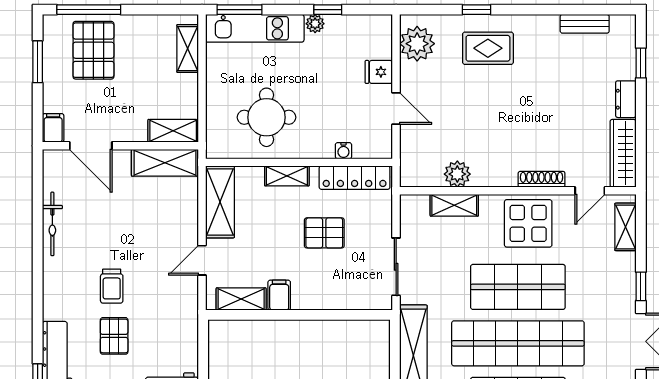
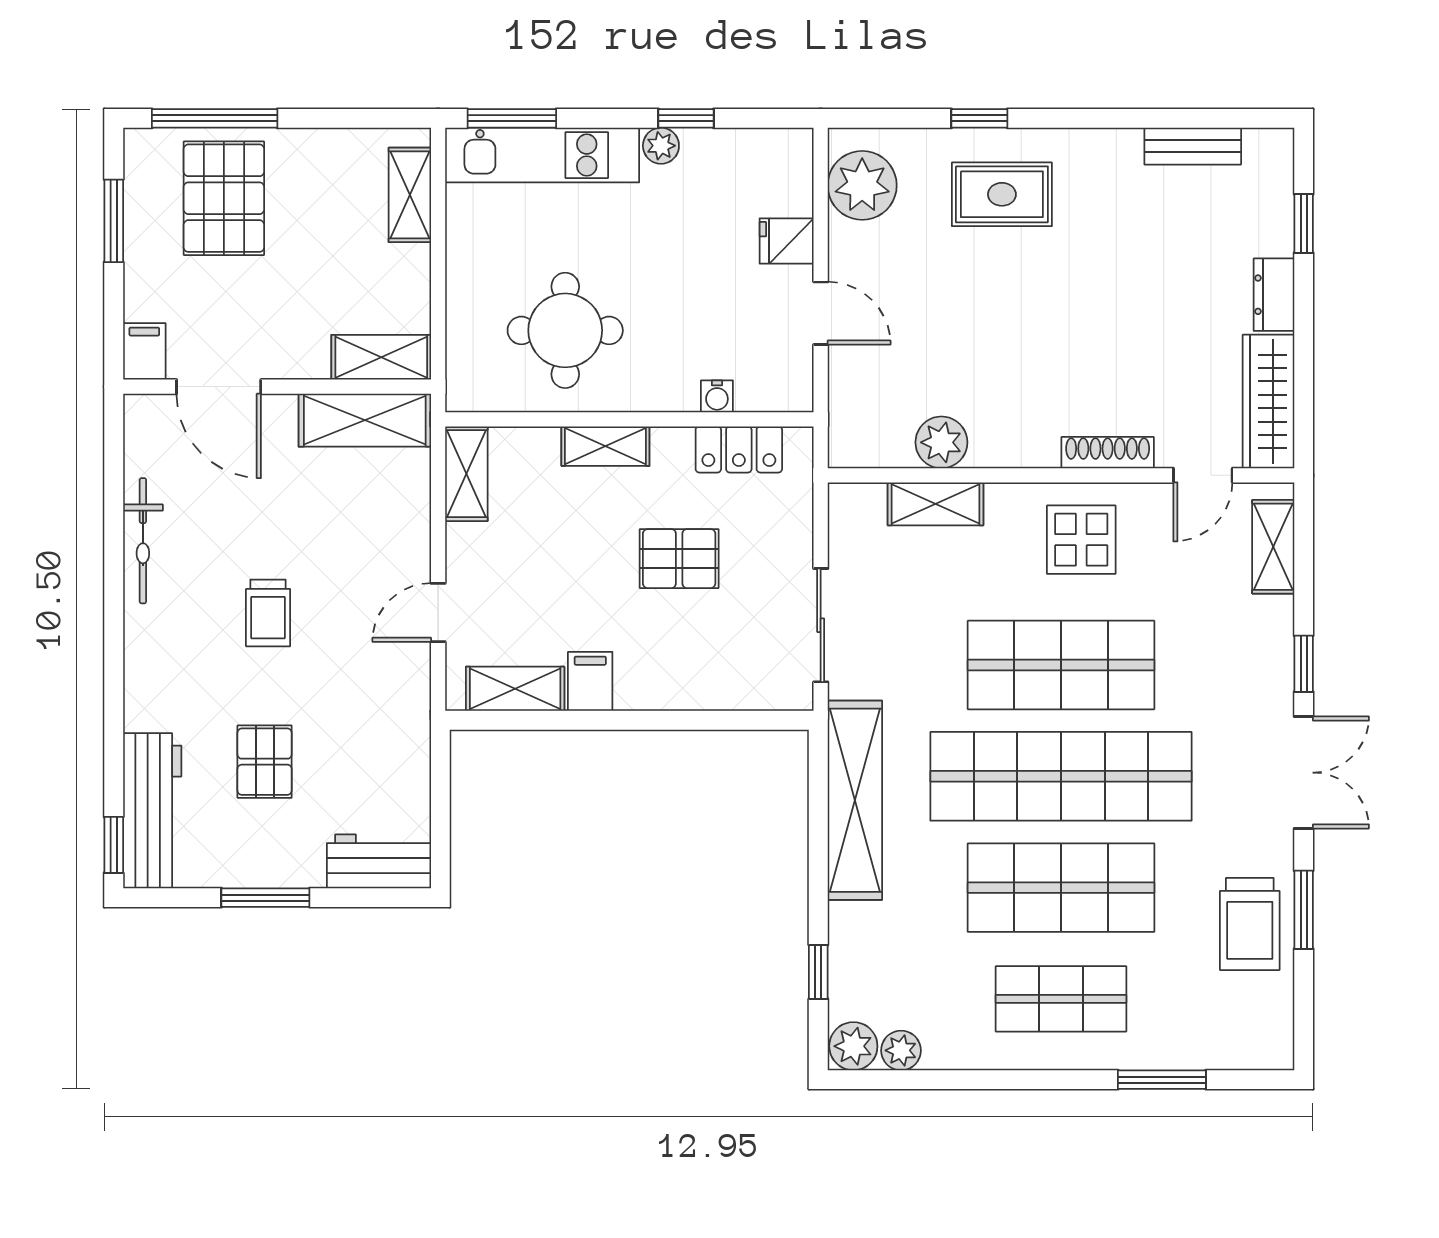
locker: (355, 178) -> (739, 449), width x0.66
shelving: (220, 202) -> (466, 474), width x0.67, depth x0.75
display table: (528, 223) -> (1081, 540), width x0.73, depth x0.73
trolley: (112, 286) -> (268, 613), moved

